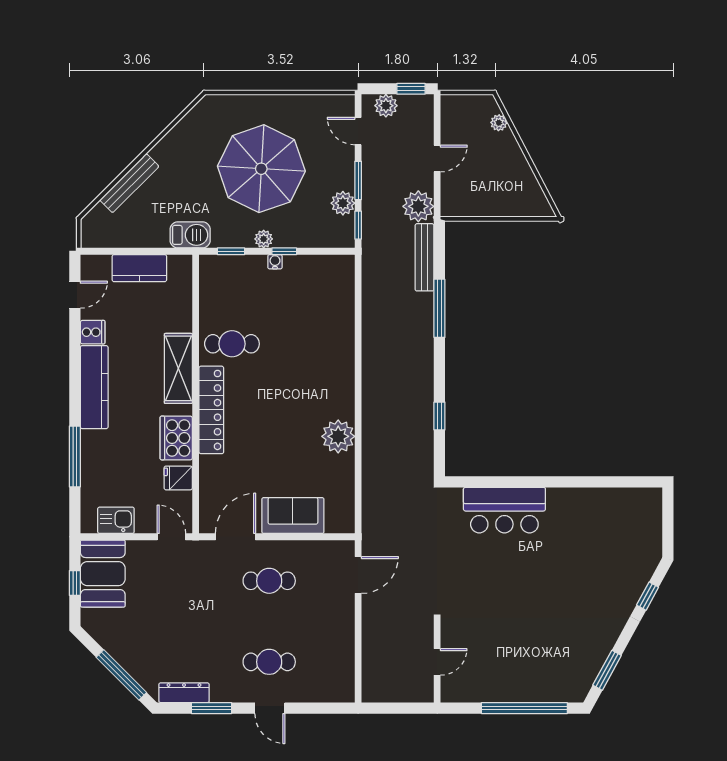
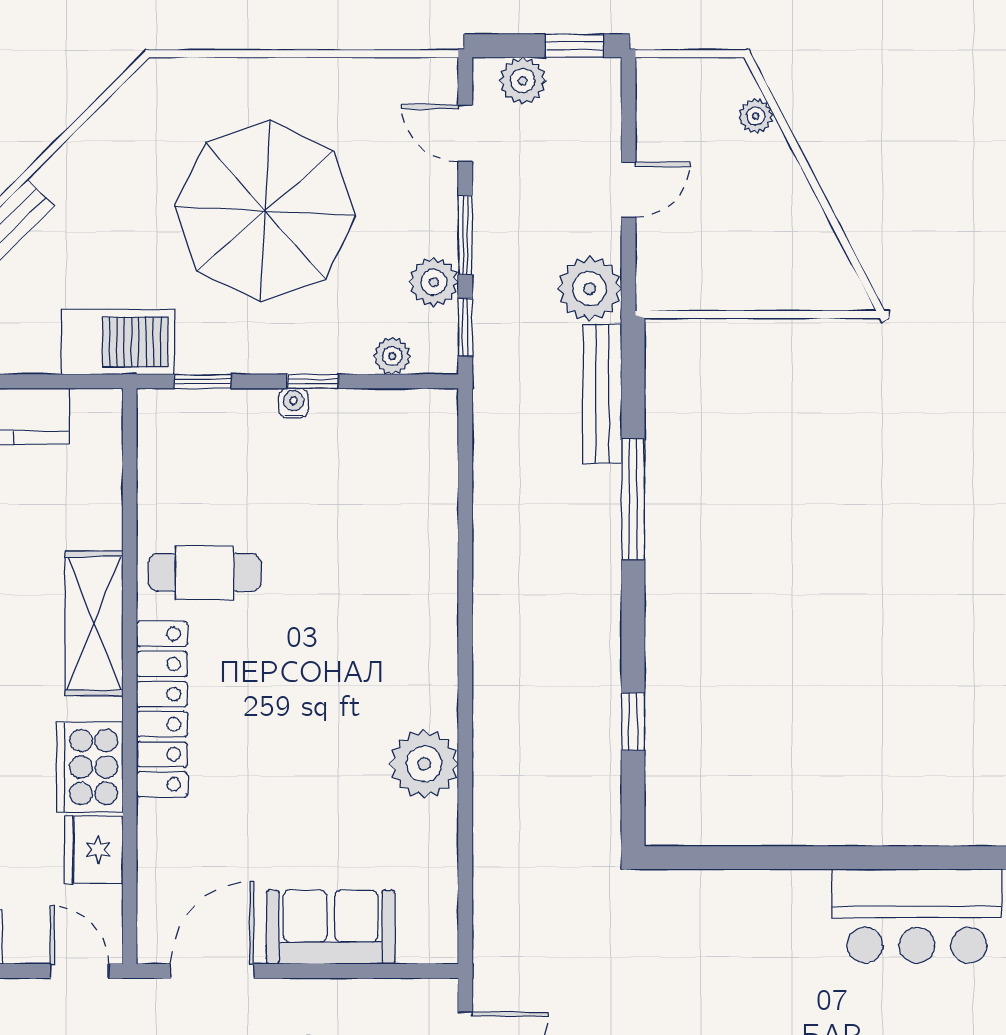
barbecue: (190, 235) -> (118, 342), width x1.37, depth x1.21
plant: (264, 239) -> (392, 356), moved
fridge: (178, 478) -> (94, 850), width x1.38
bar counter: (504, 510) -> (917, 916), moved

